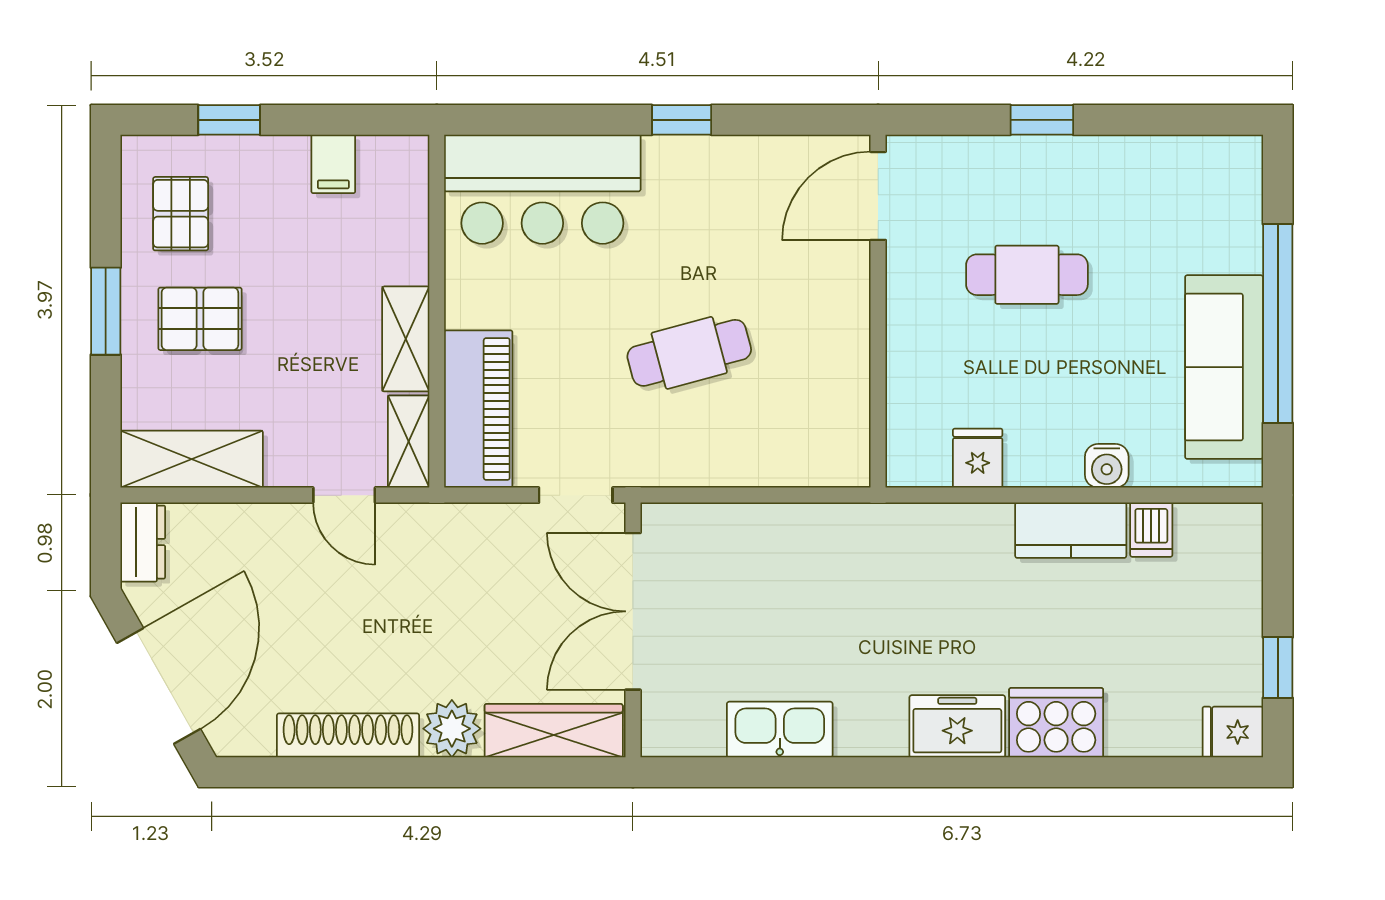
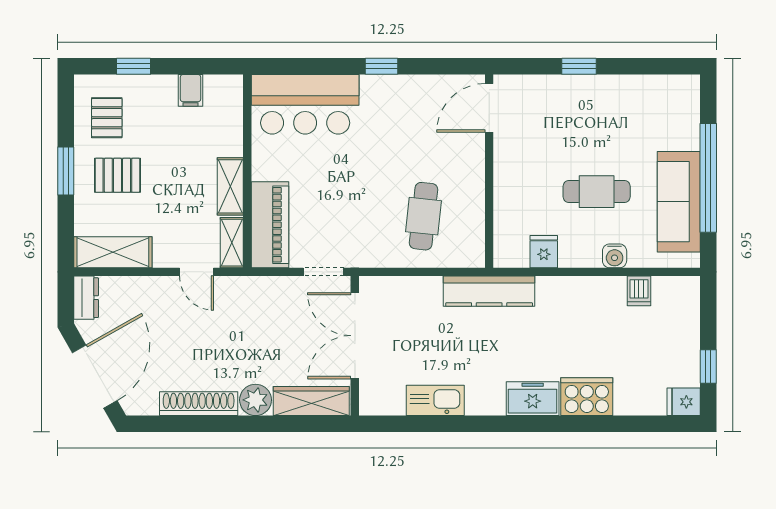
cafe table: (1027, 275) -> (597, 192), moved
cafe table: (689, 353) -> (424, 216), moved, turned -69
kitchen counter: (1071, 530) -> (489, 291), moved, width x1.50

